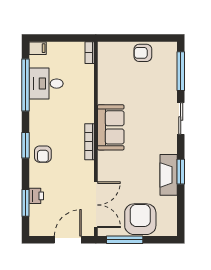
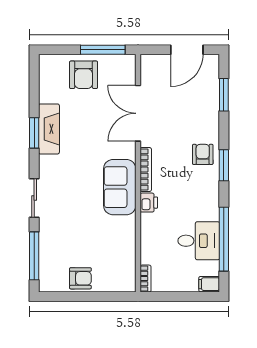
printer: (36, 196) -> (149, 203), moved, turned 180
double door: (96, 205) -> (138, 113), moved
armchair: (140, 219) -> (84, 75), width x0.73, depth x0.73
door: (68, 240) -> (187, 50), moved

